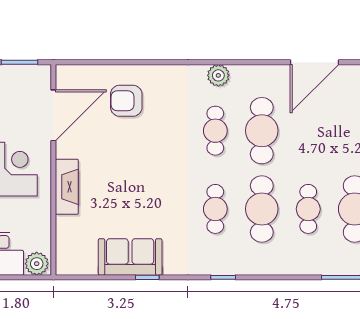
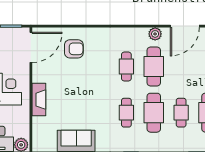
plant: (218, 75) -> (155, 34), moved
armchair: (126, 101) -> (74, 49), turned 180
door: (53, 115) -> (31, 47), moved

